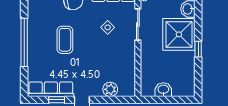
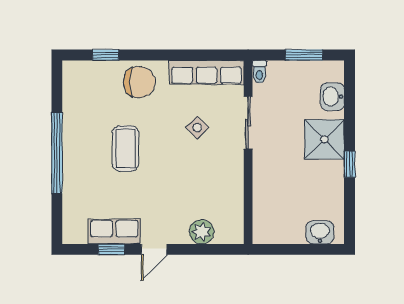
shower: (179, 34) -> (324, 139), width x0.73, depth x0.73
row of seats: (51, 89) -> (114, 232), width x0.68
washbasin: (163, 90) -> (320, 232), moved

